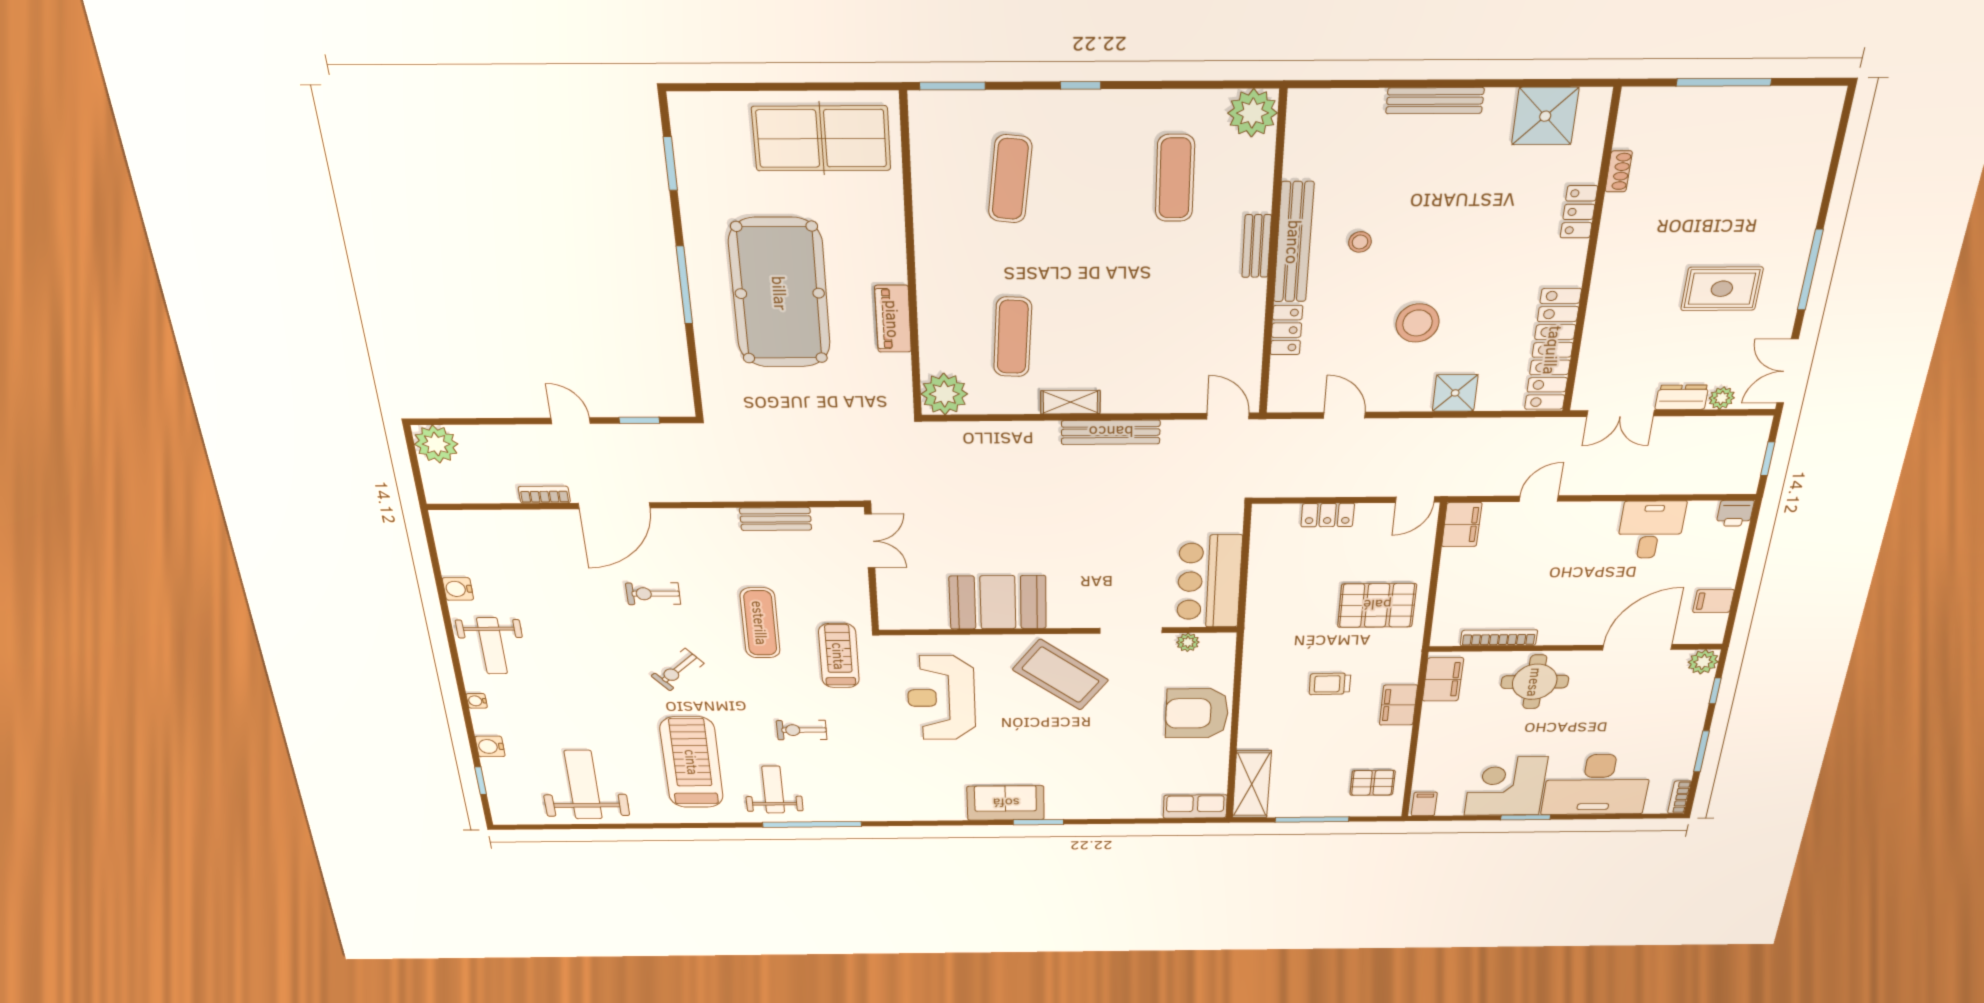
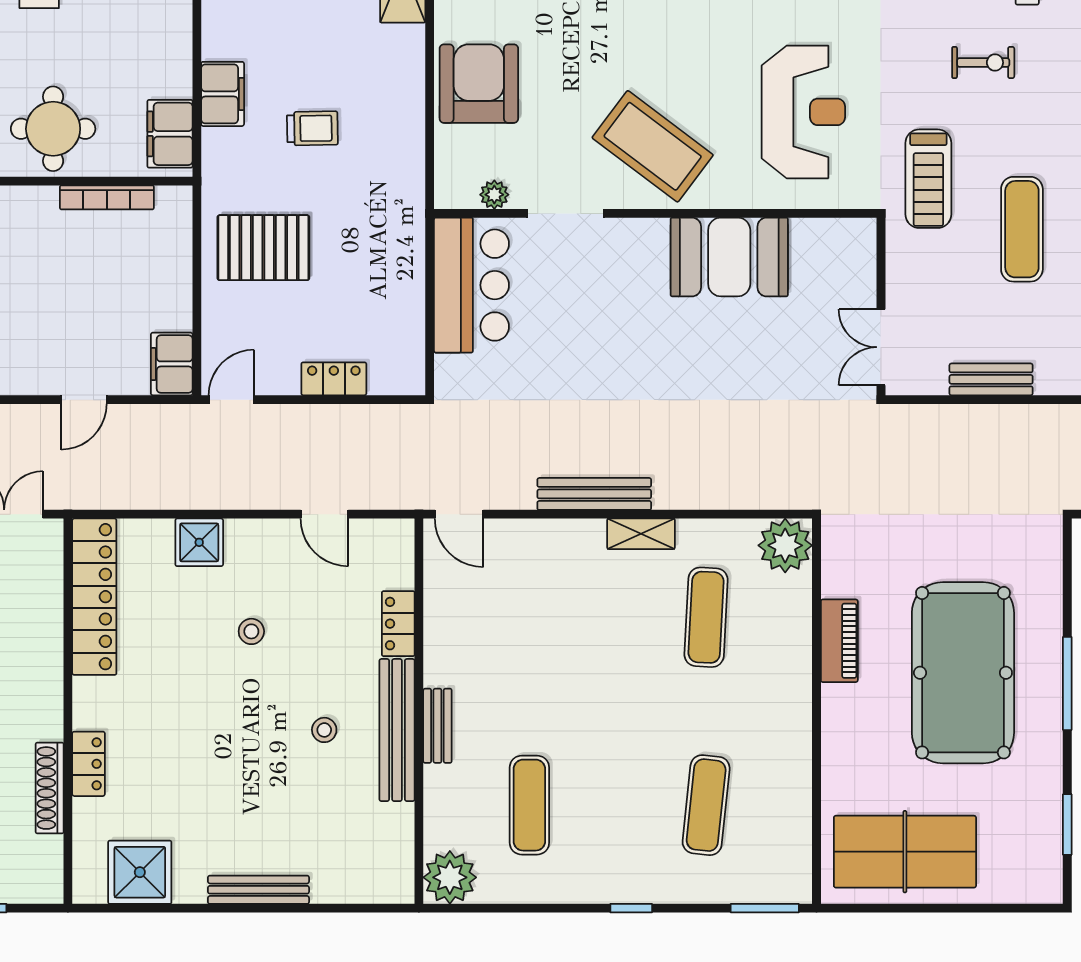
shoe rack: (1619, 171) -> (50, 788), width x1.94, depth x1.24
stool: (1418, 323) -> (251, 631), width x0.53, depth x0.53
armchair: (1197, 713) -> (479, 84), turned -90

